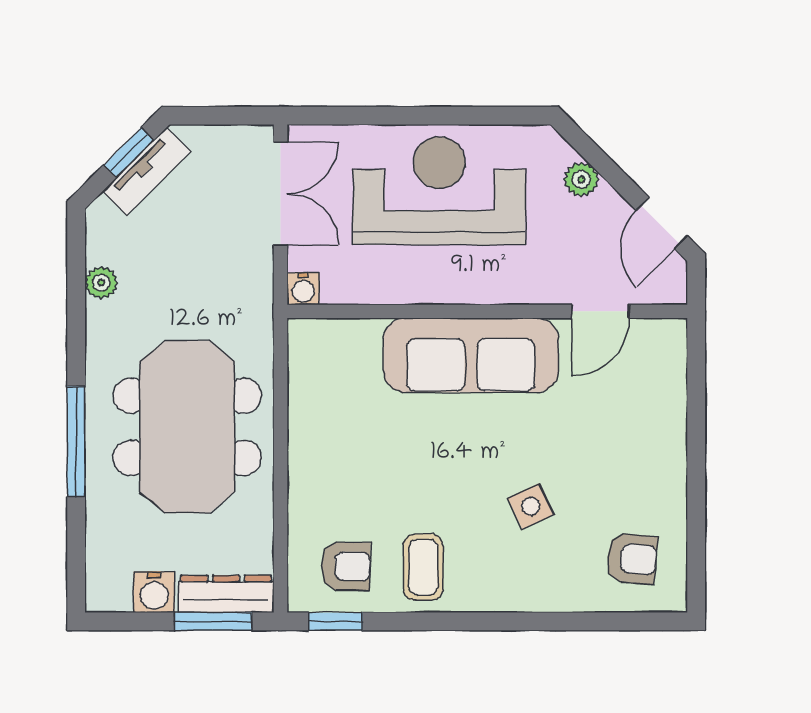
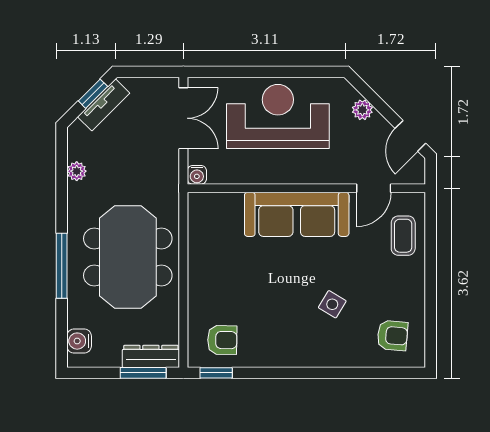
side table: (531, 506) -> (332, 304), turned -34
coffee table: (423, 567) -> (403, 236), moved
water cooler: (154, 592) -> (79, 341), moved, turned 90

